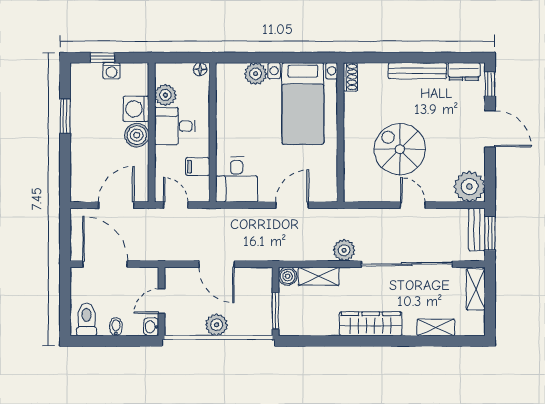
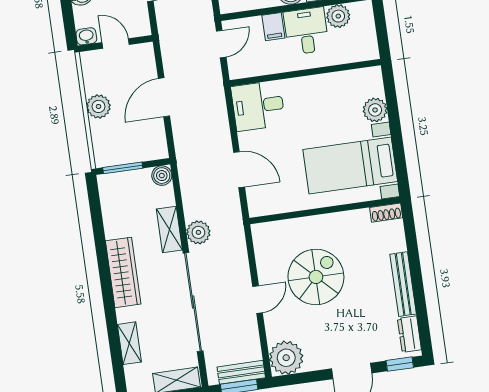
floor lamp: (200, 69) -> (371, 50), removed
filing cabinet: (198, 167) -> (273, 27), moved, turned 180
shelving: (319, 276) -> (169, 229), moved

